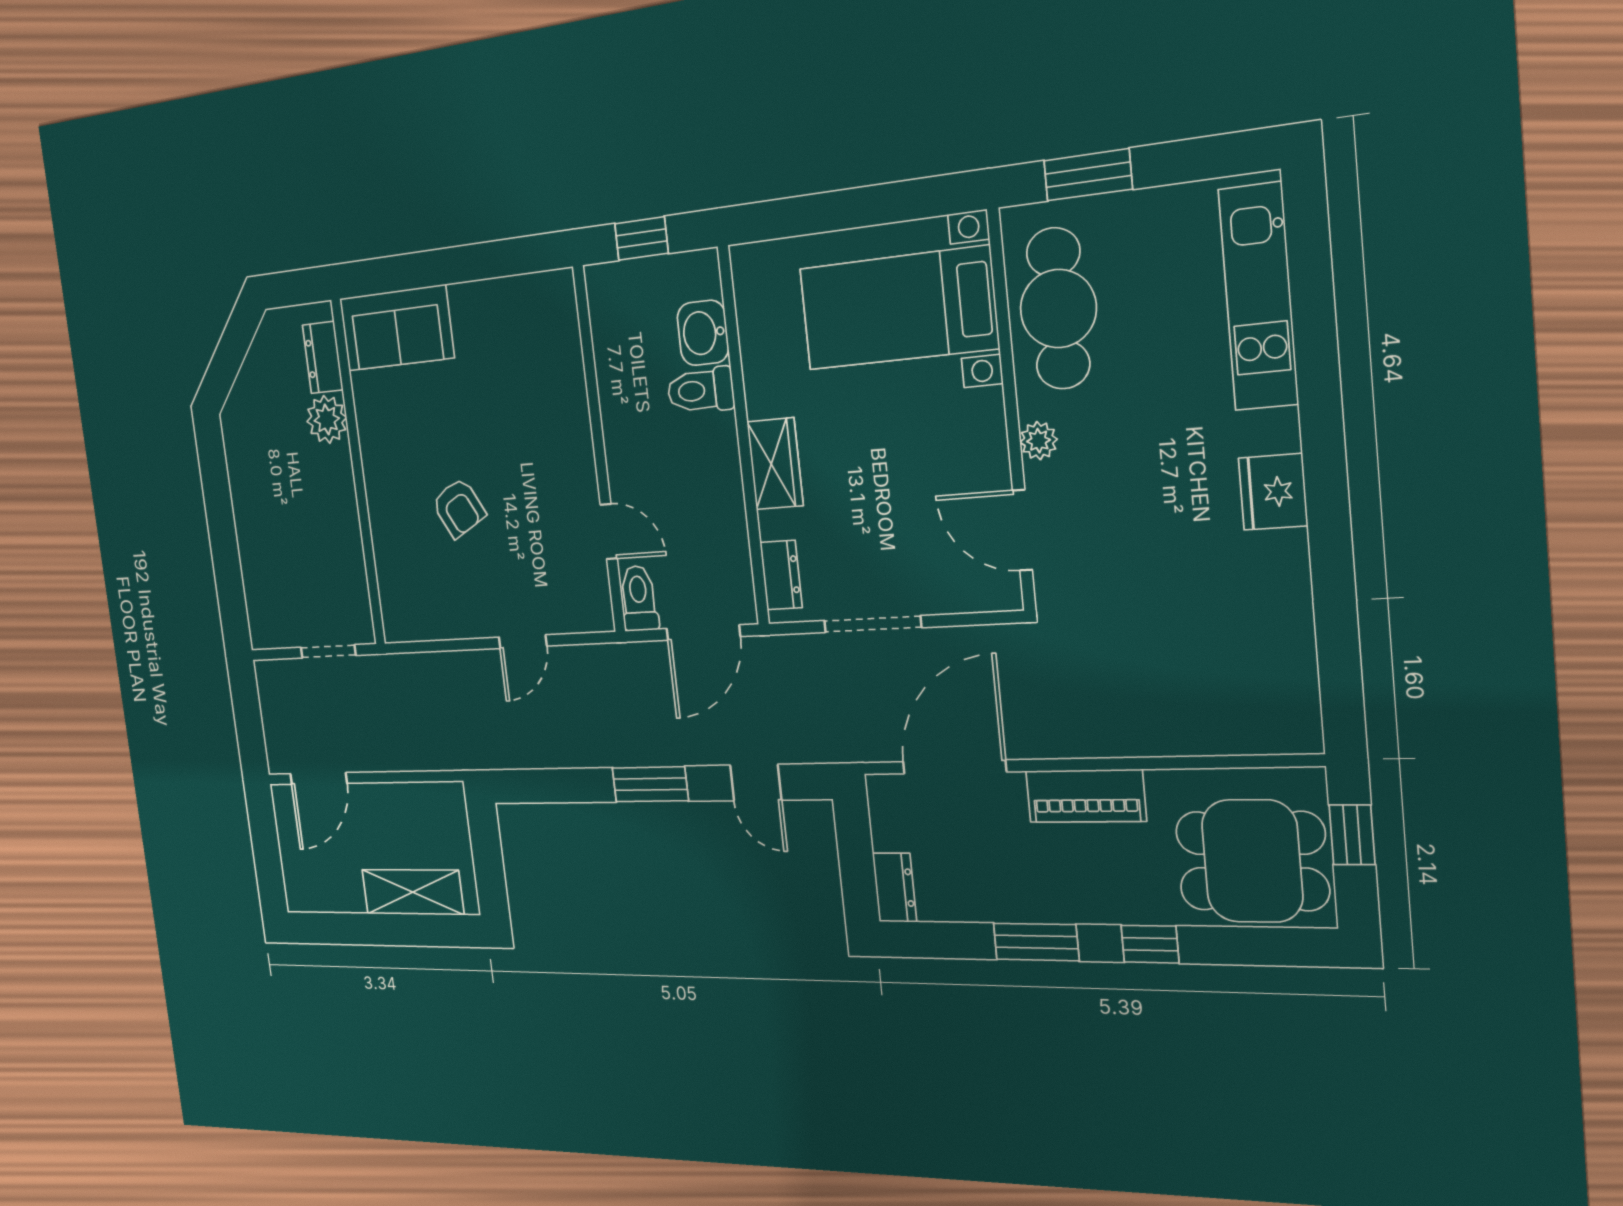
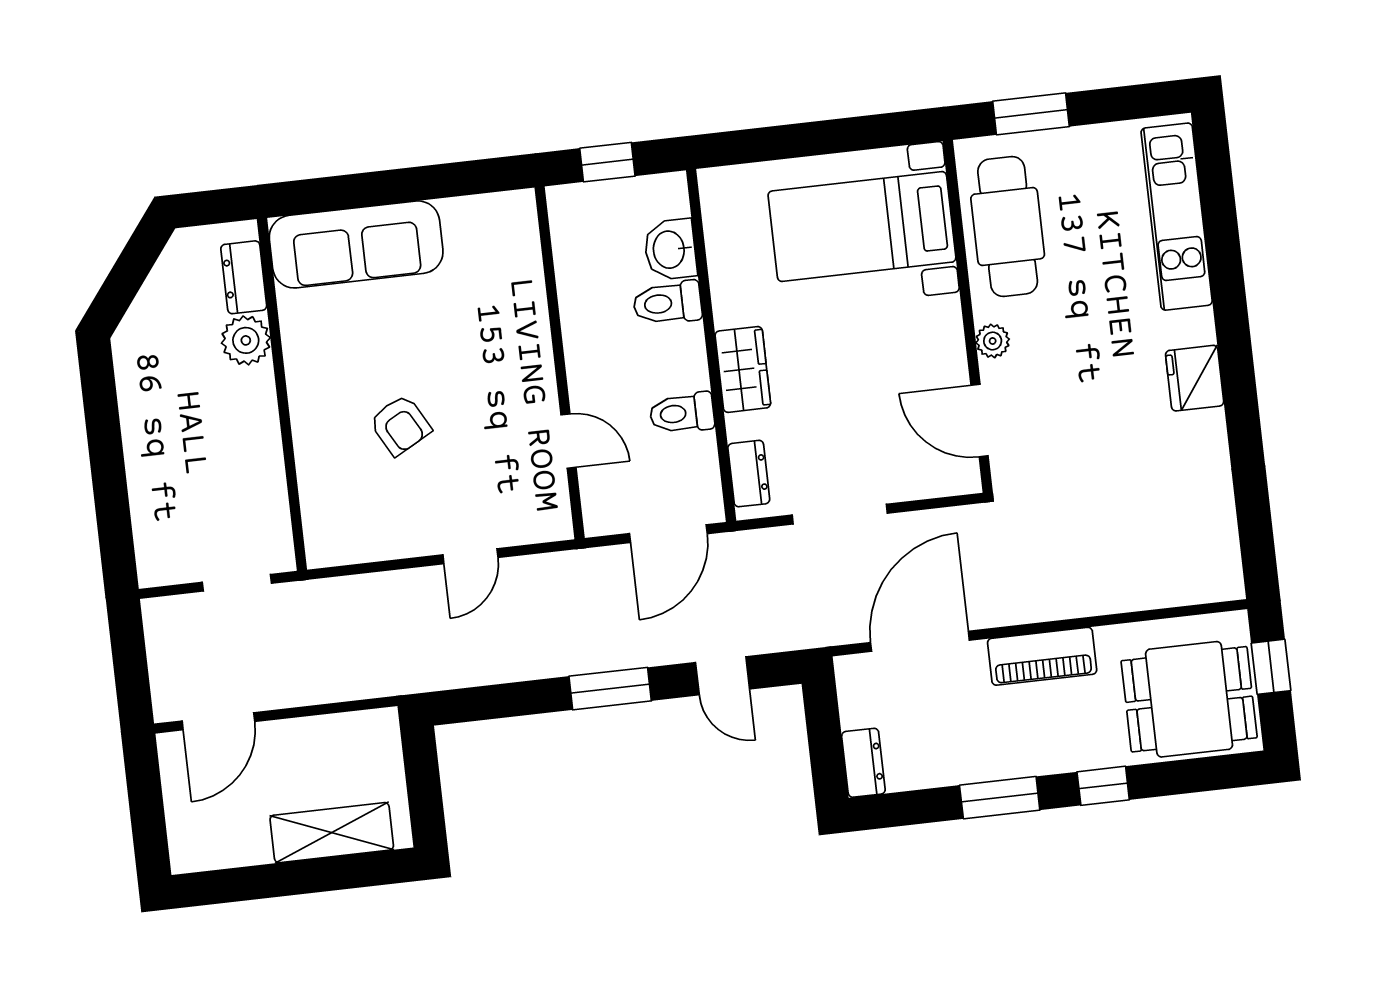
sofa: (397, 328) -> (356, 244), width x1.36
toilet: (639, 598) -> (682, 413), moved, turned -90

